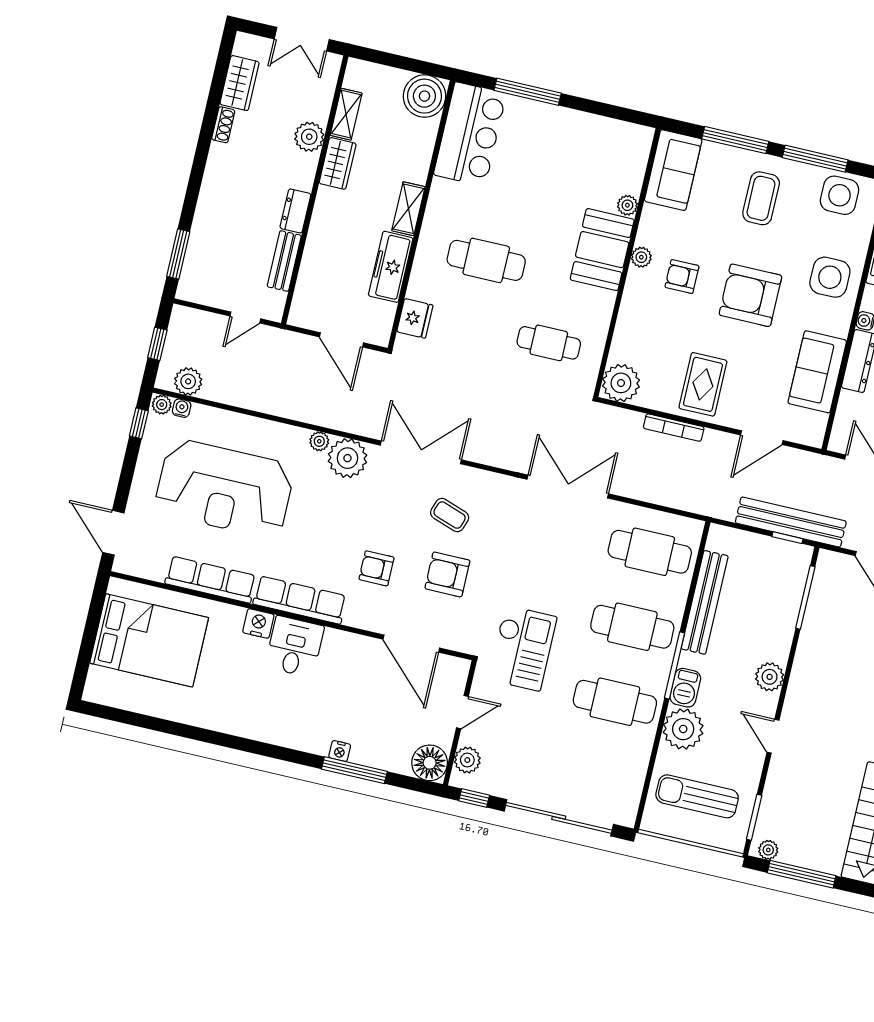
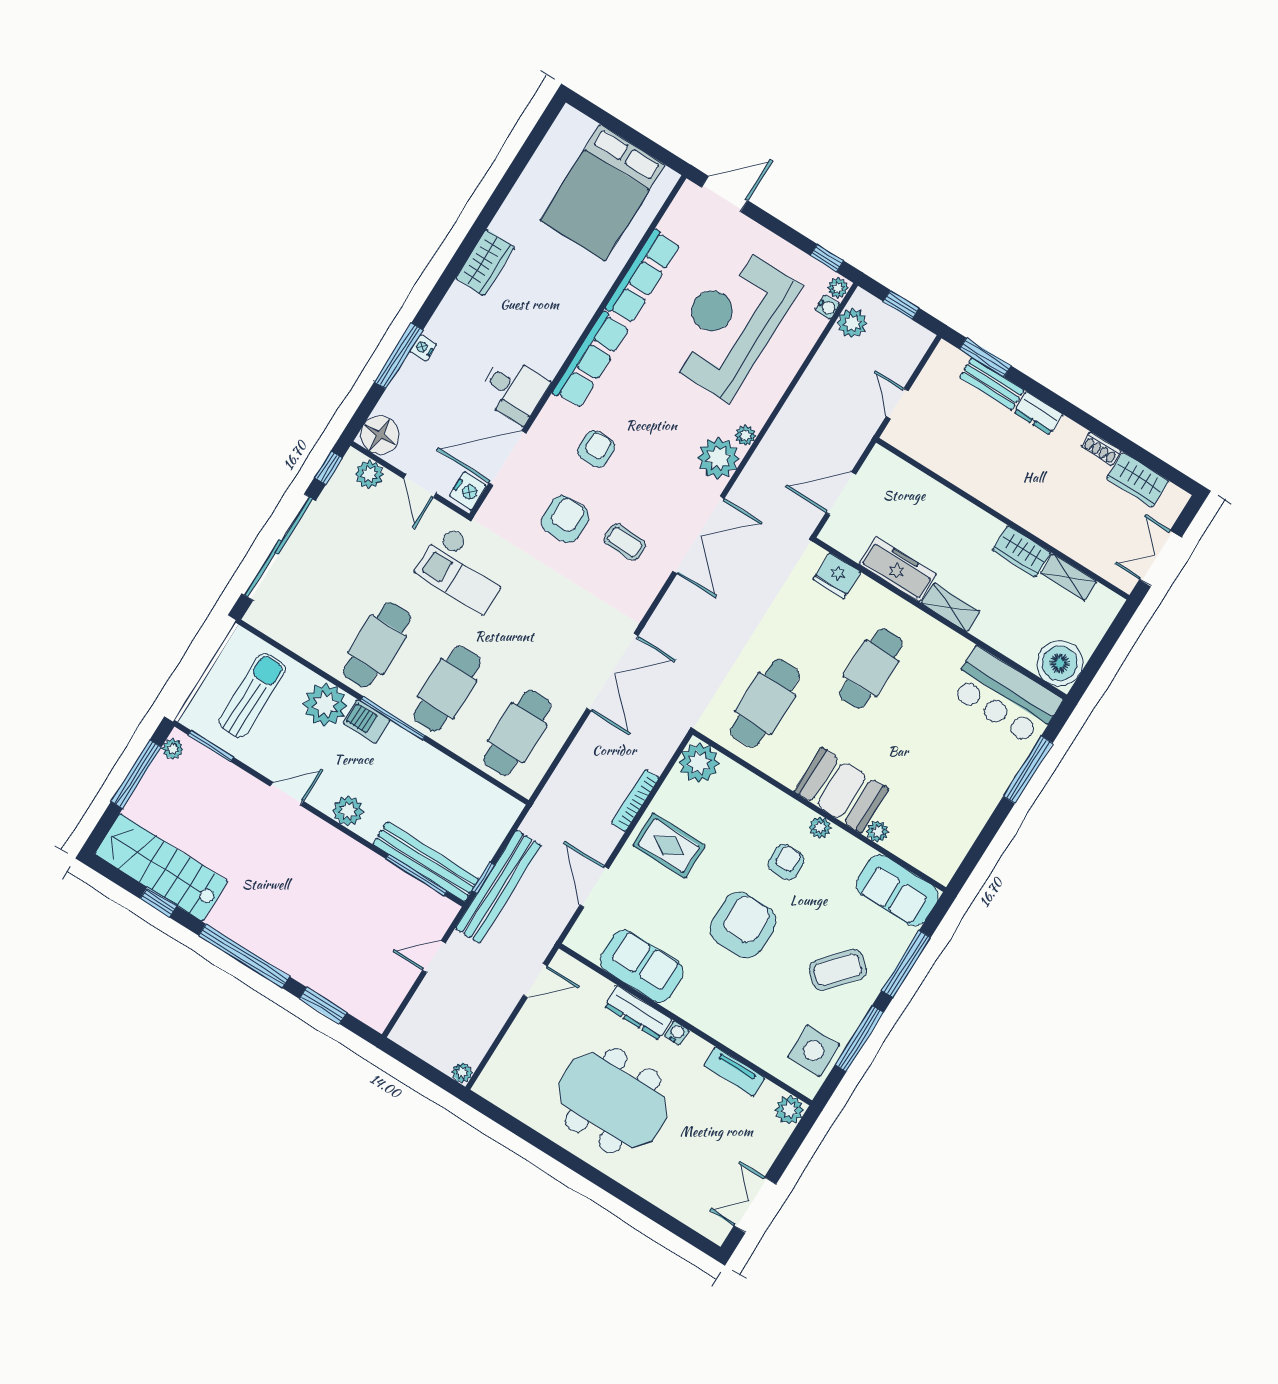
plant: (309, 137) -> (1059, 532), removed
coffee table: (761, 198) -> (838, 970), turned -49
dresser: (295, 211) -> (1038, 413), moved, turned 180
bench: (284, 261) -> (992, 384), moved
side table: (830, 277) -> (733, 1012), removed
cafe table: (549, 343) -> (765, 703), width x1.37, depth x1.35
coffee table: (450, 515) -> (625, 542), turned 73
bench: (705, 602) -> (426, 862), moved
nightstand: (258, 623) -> (468, 491), moved
desk: (295, 647) -> (513, 389), moved
wardrobe: (246, 722) -> (485, 263), added

